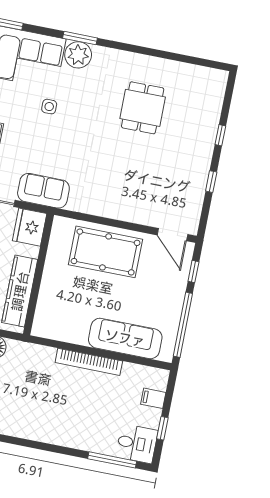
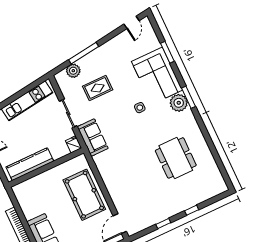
dining table: (143, 108) -> (176, 158), width x1.38
fridge: (30, 227) -> (74, 144), width x0.53, depth x0.75

